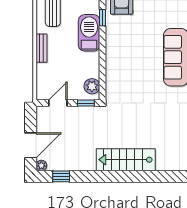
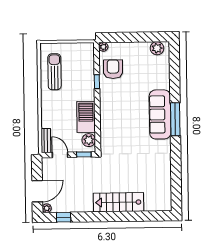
barbecue: (89, 33) -> (86, 117), moved
bench: (42, 48) -> (46, 141), moved
door: (58, 103) -> (60, 155), hinge flipped

